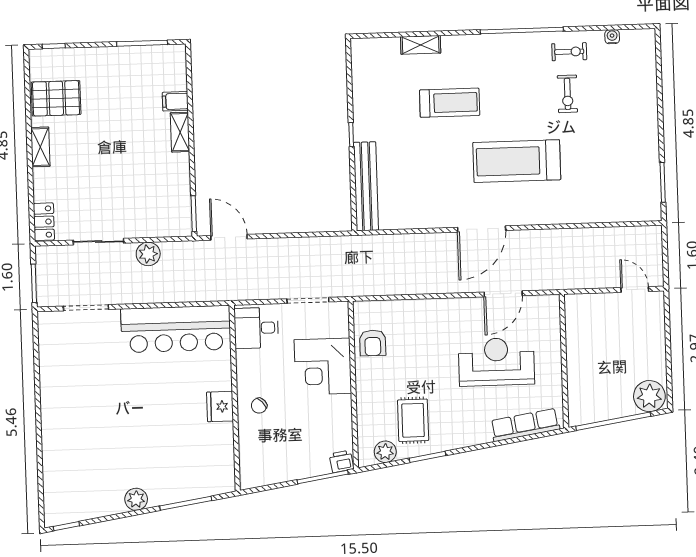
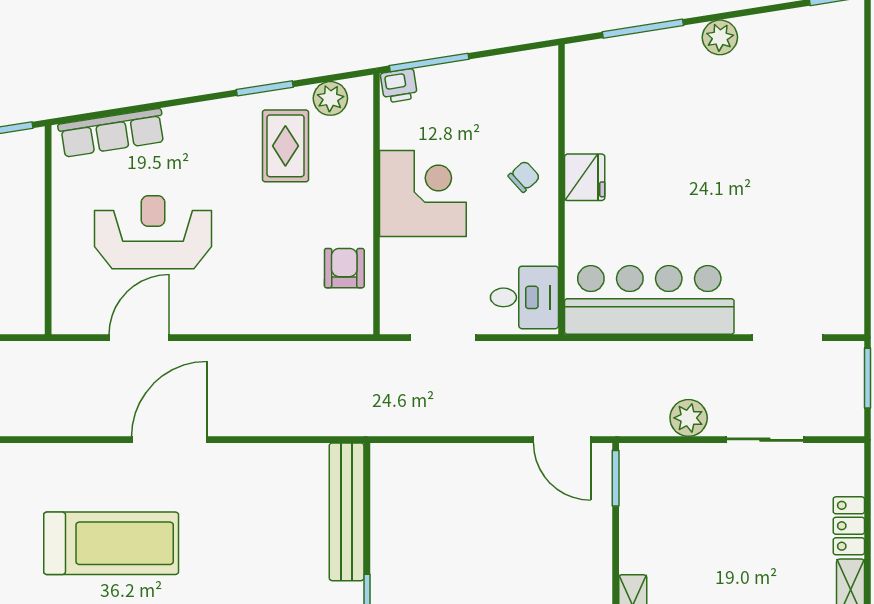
locker: (44, 222) -> (849, 526), moved
reception desk: (496, 362) -> (153, 232), turned 180
corner desk: (323, 367) -> (423, 194), moved

